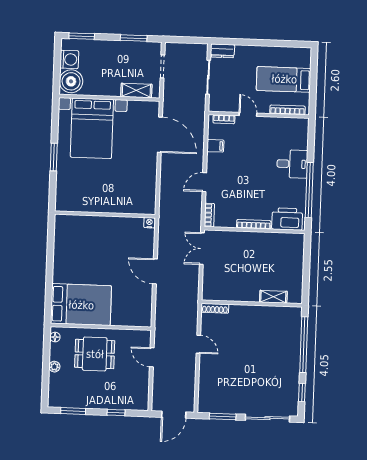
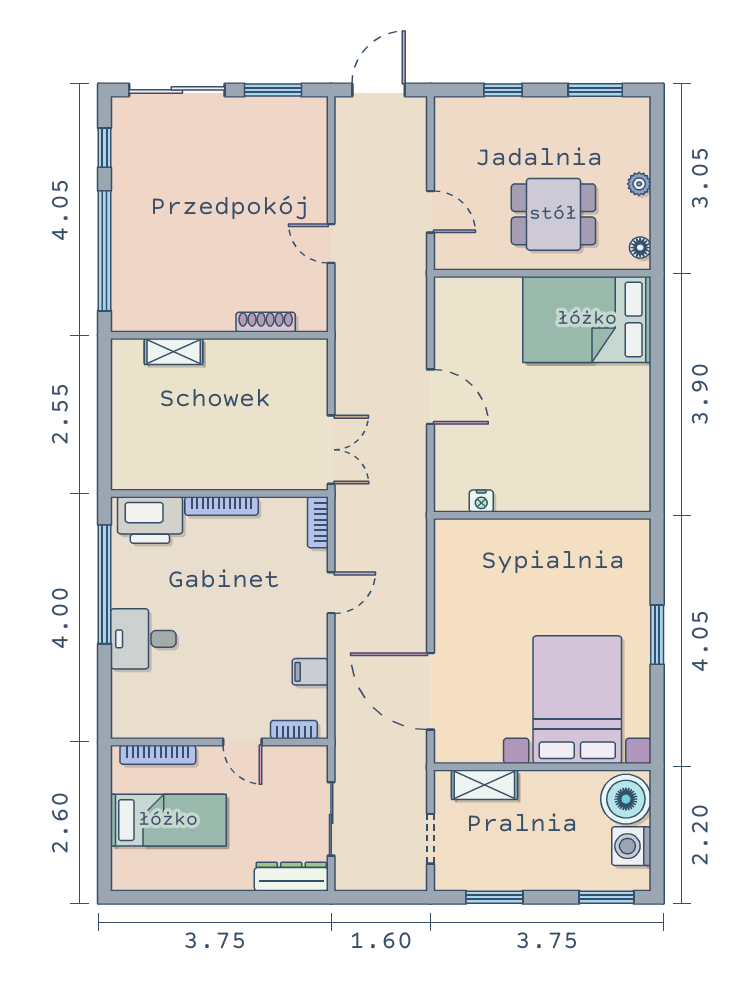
dresser: (222, 51) -> (291, 877), width x1.44
nightstand: (149, 223) -> (481, 501), moved
shoe rack: (215, 308) -> (266, 322), moved

